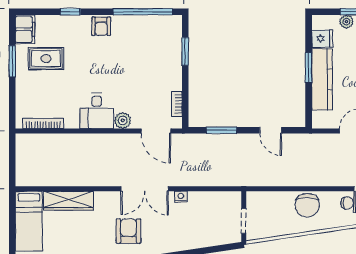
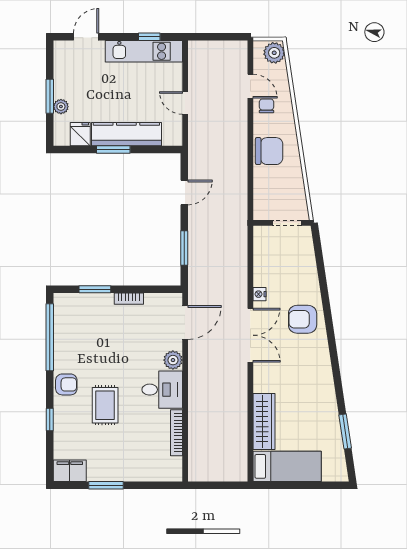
rug: (46, 59) -> (105, 405), moved
bookcase: (177, 104) -> (129, 299), moved
bookcase: (43, 123) -> (176, 433), moved
armchair: (128, 231) -> (303, 319), moved

